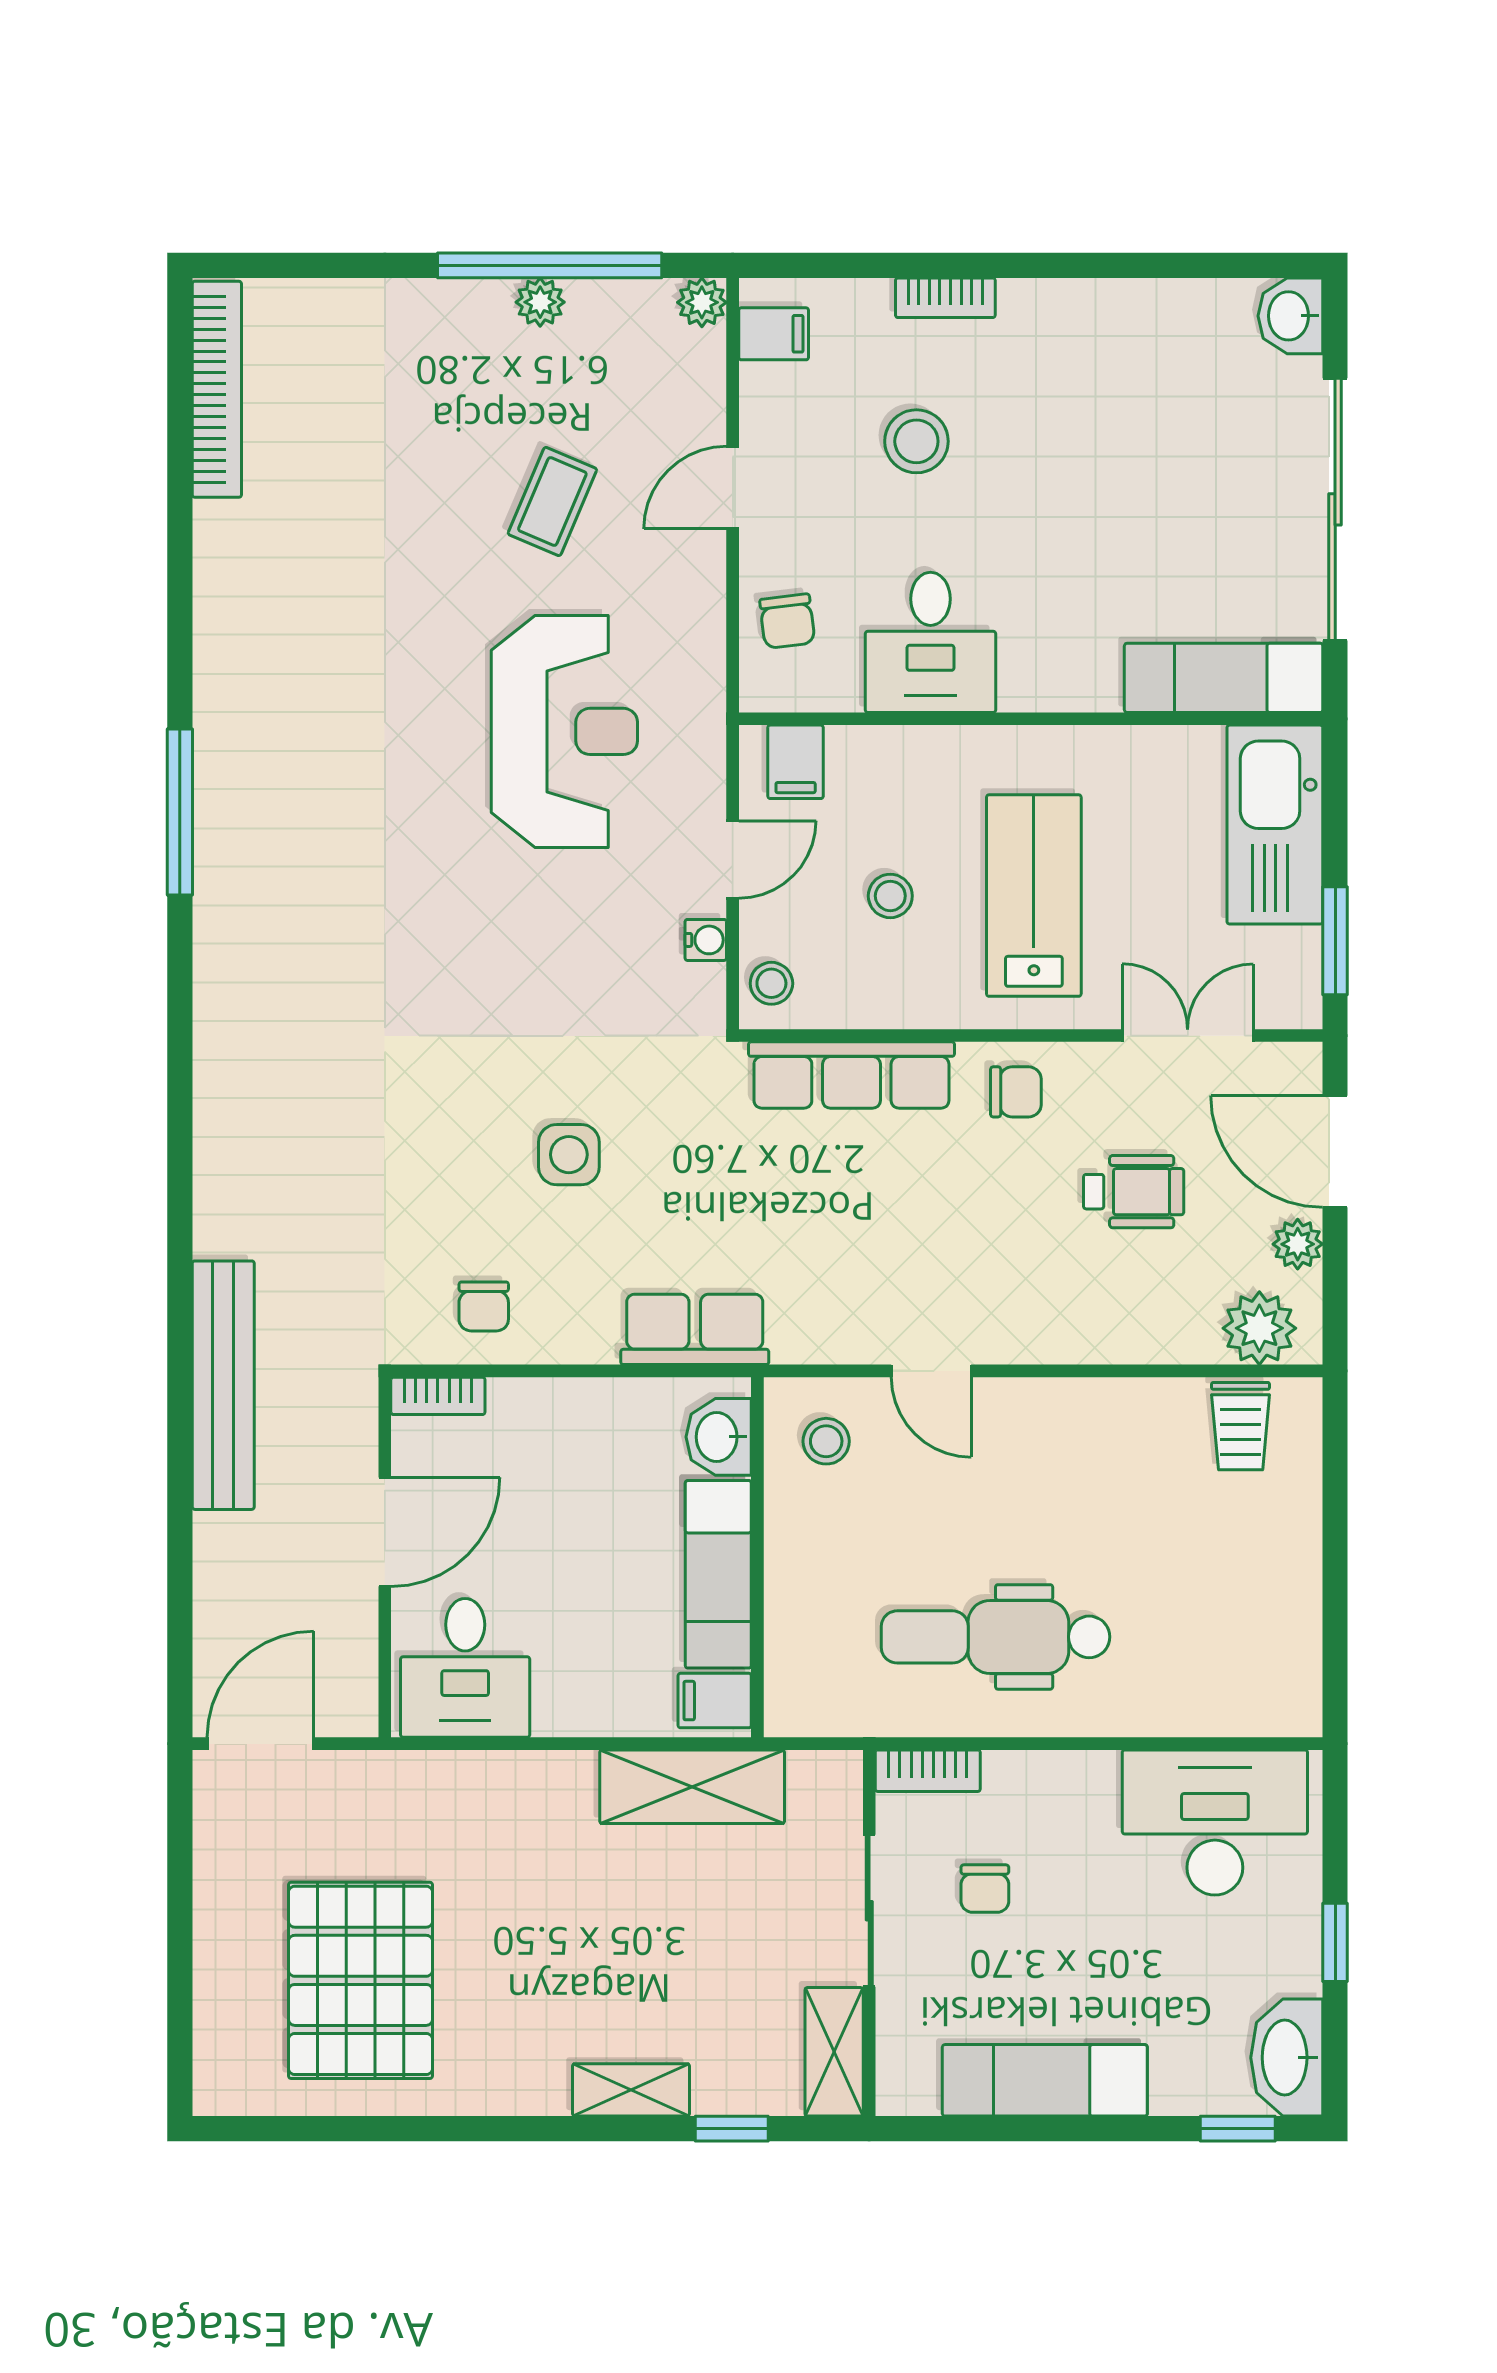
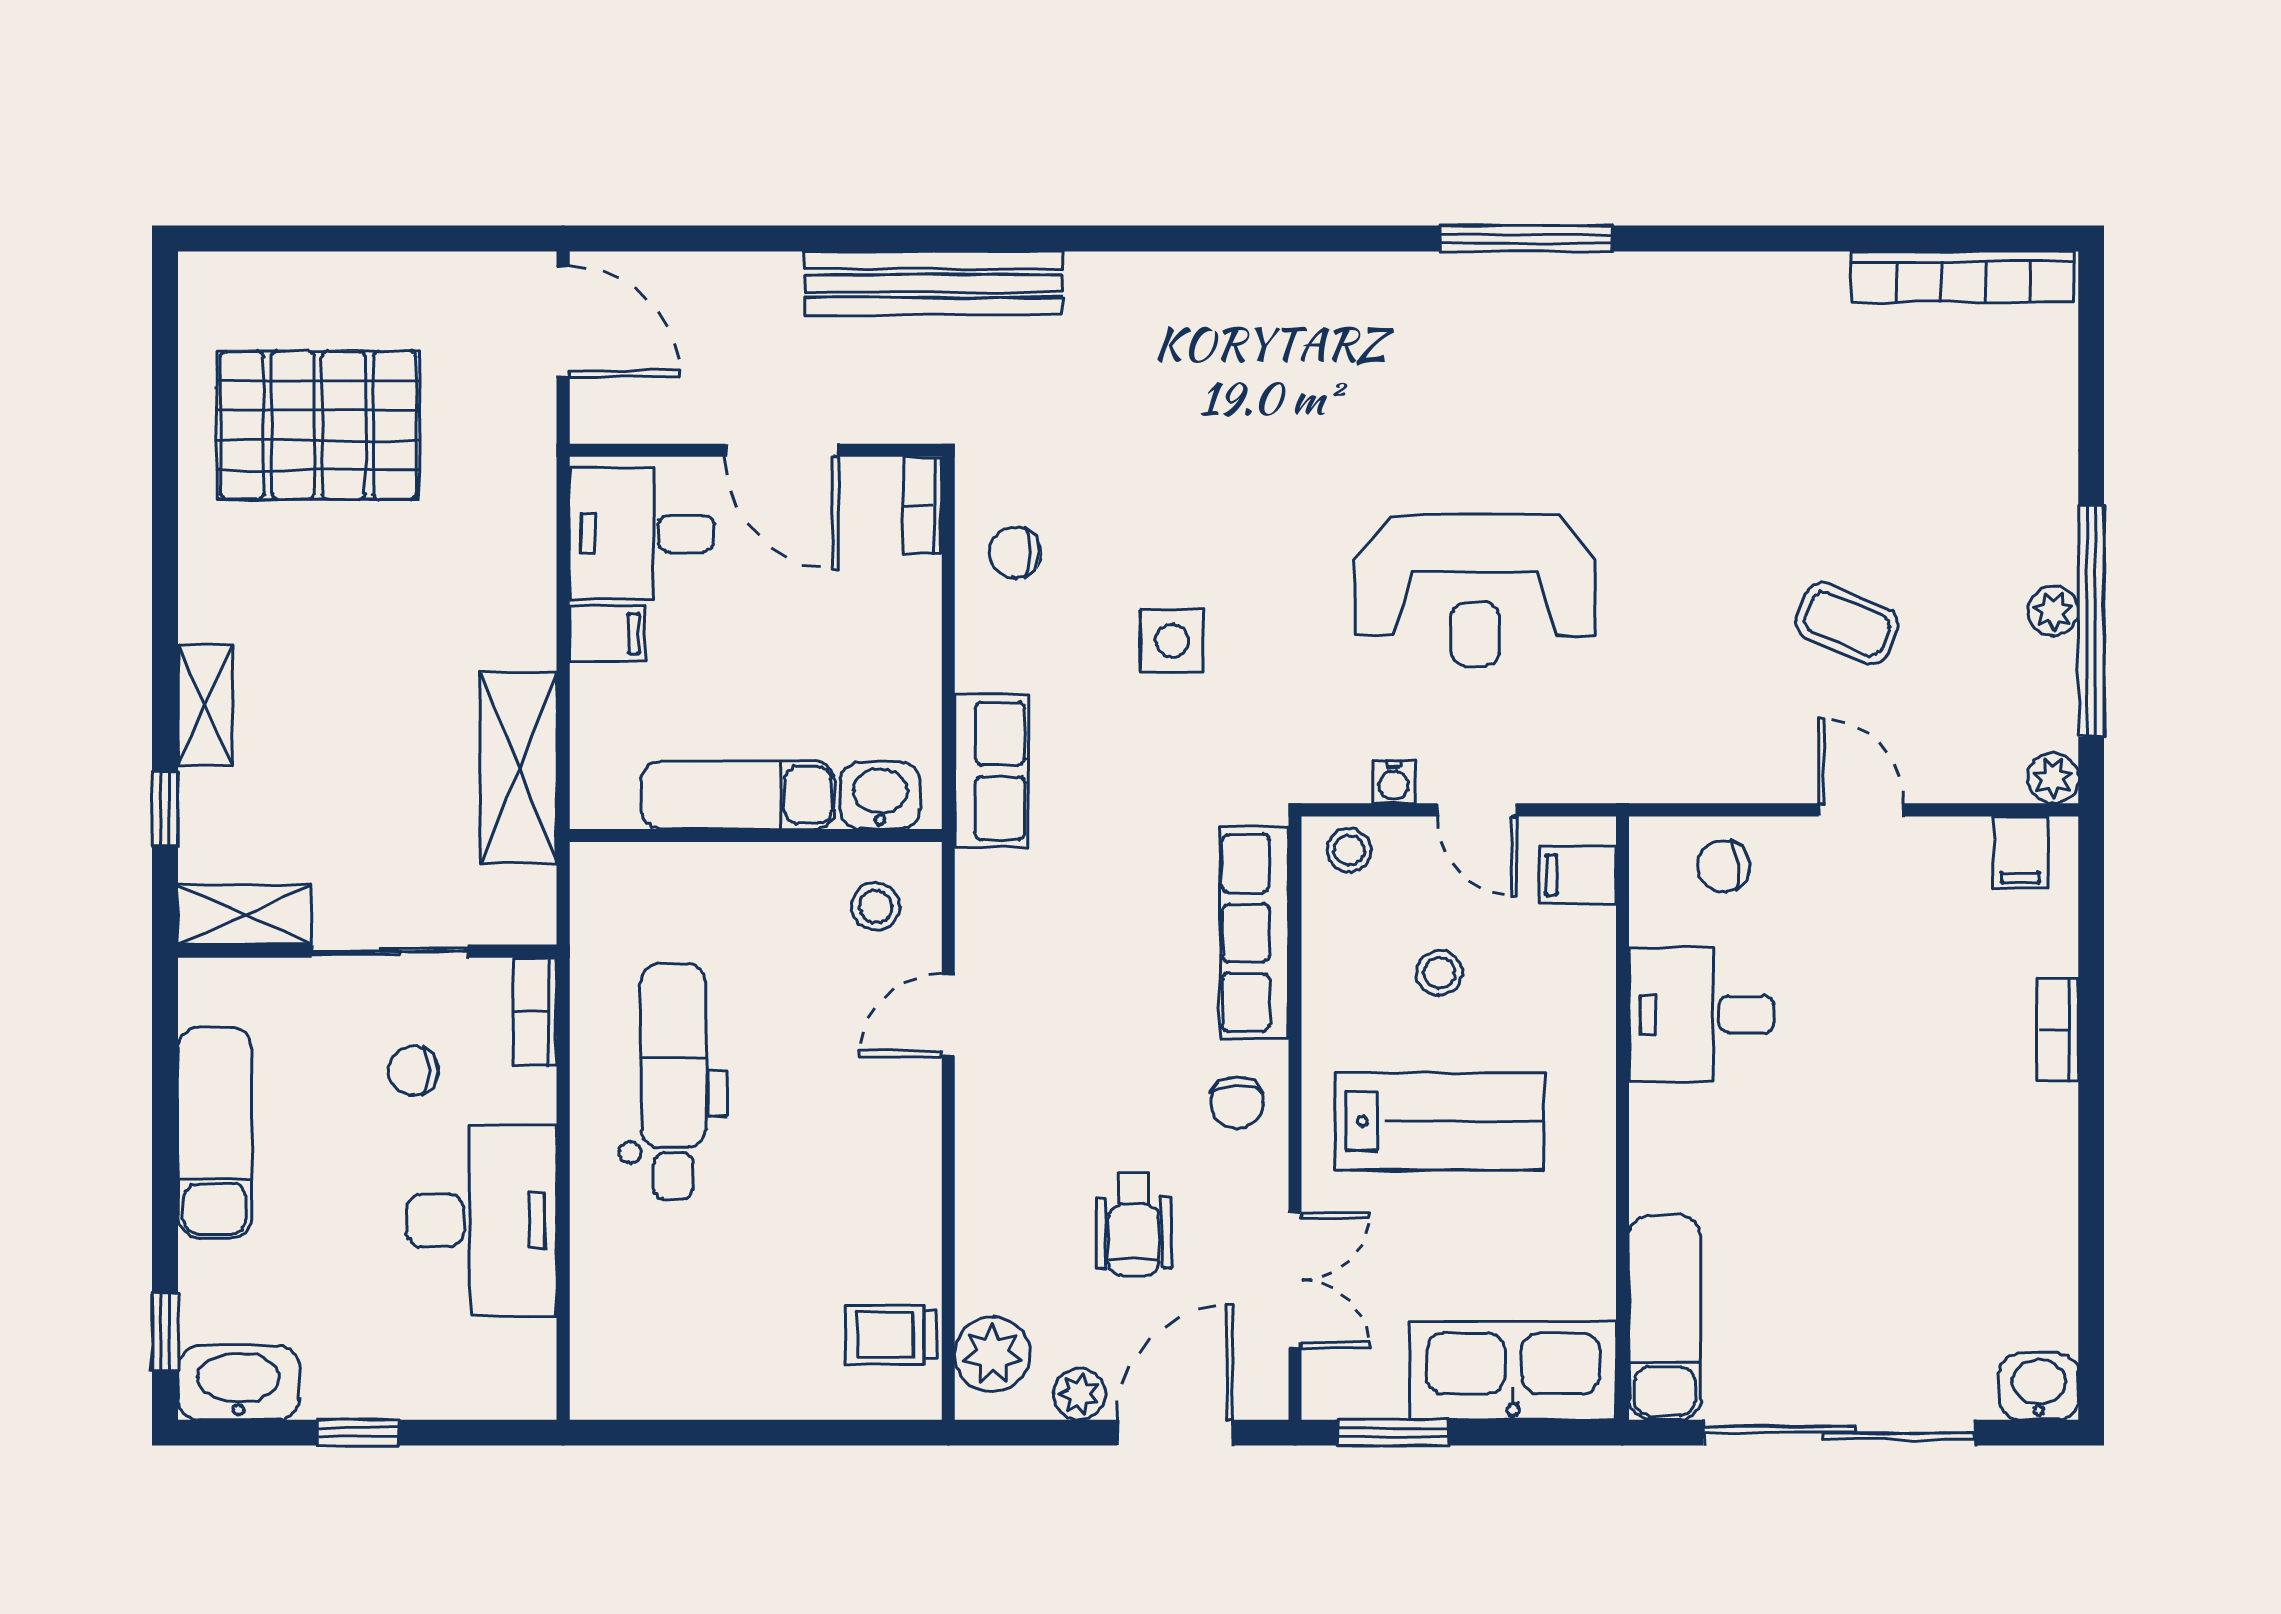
stool: (916, 441) -> (1909, 1000), removed
reception desk: (564, 731) -> (1475, 590), moved
filing cabinet: (715, 1701) -> (607, 634), moved, turned 90
desk: (1215, 1822) -> (482, 1220), moved

